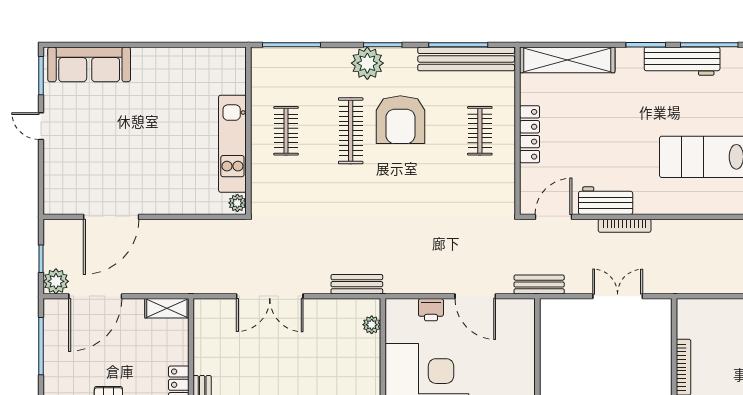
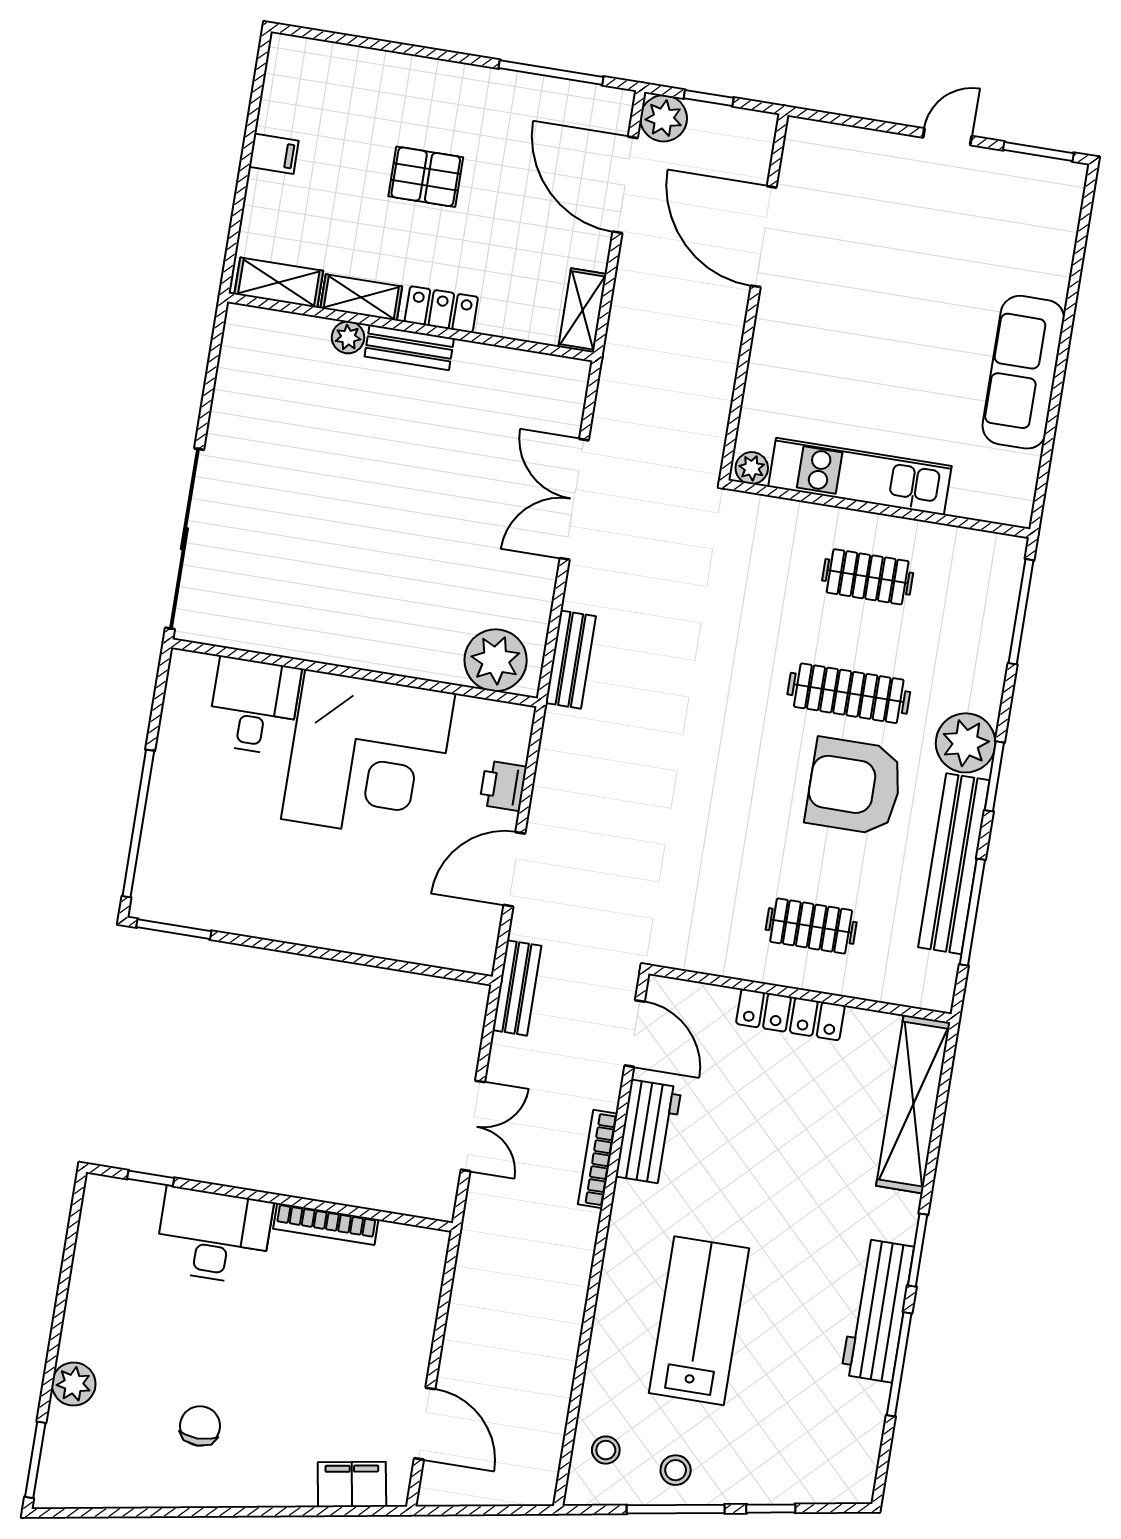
bench: (466, 59) -> (954, 864), moved
sofa: (89, 64) -> (1023, 372), moved
plant: (372, 325) -> (496, 660), width x1.88, depth x1.88

